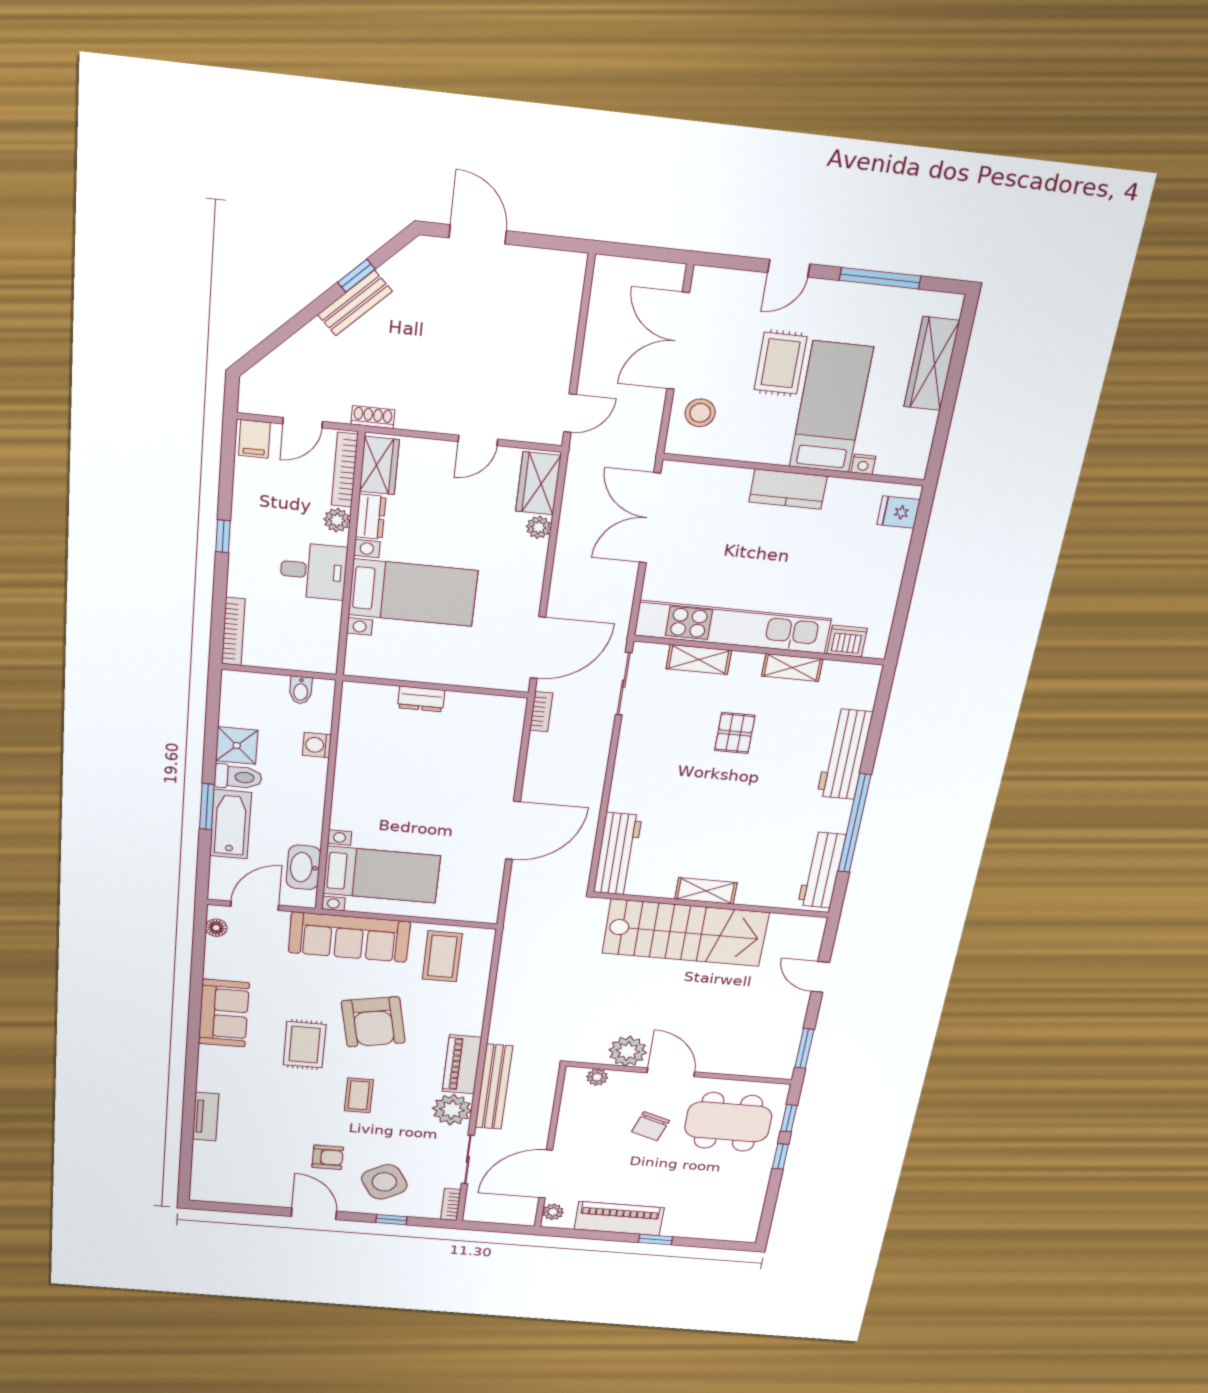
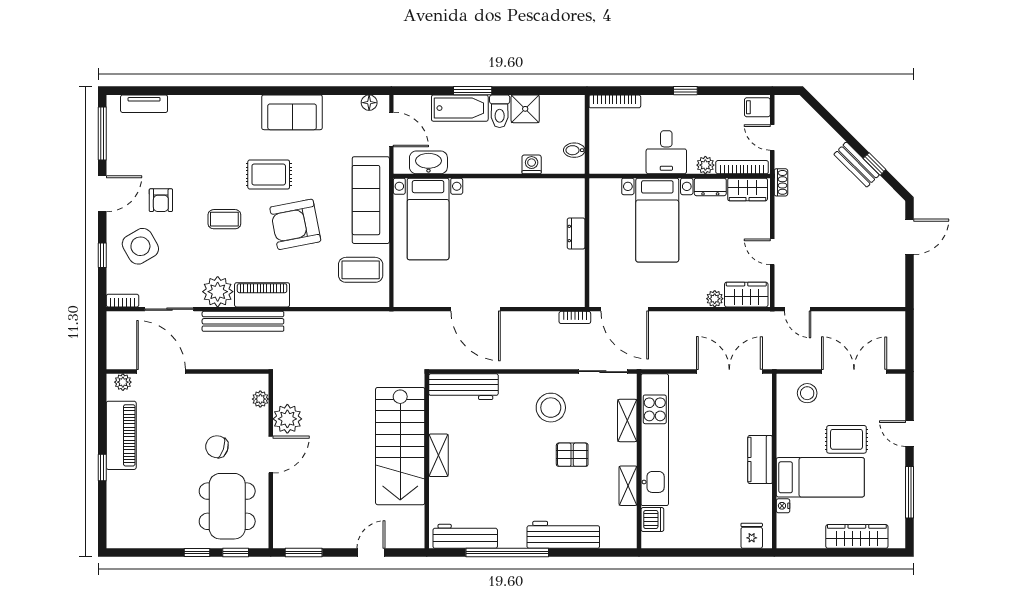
stool: (664, 753) -> (551, 408), added
tv unit: (206, 1117) -> (144, 104), moved
window: (238, 1208) -> (102, 134), added

